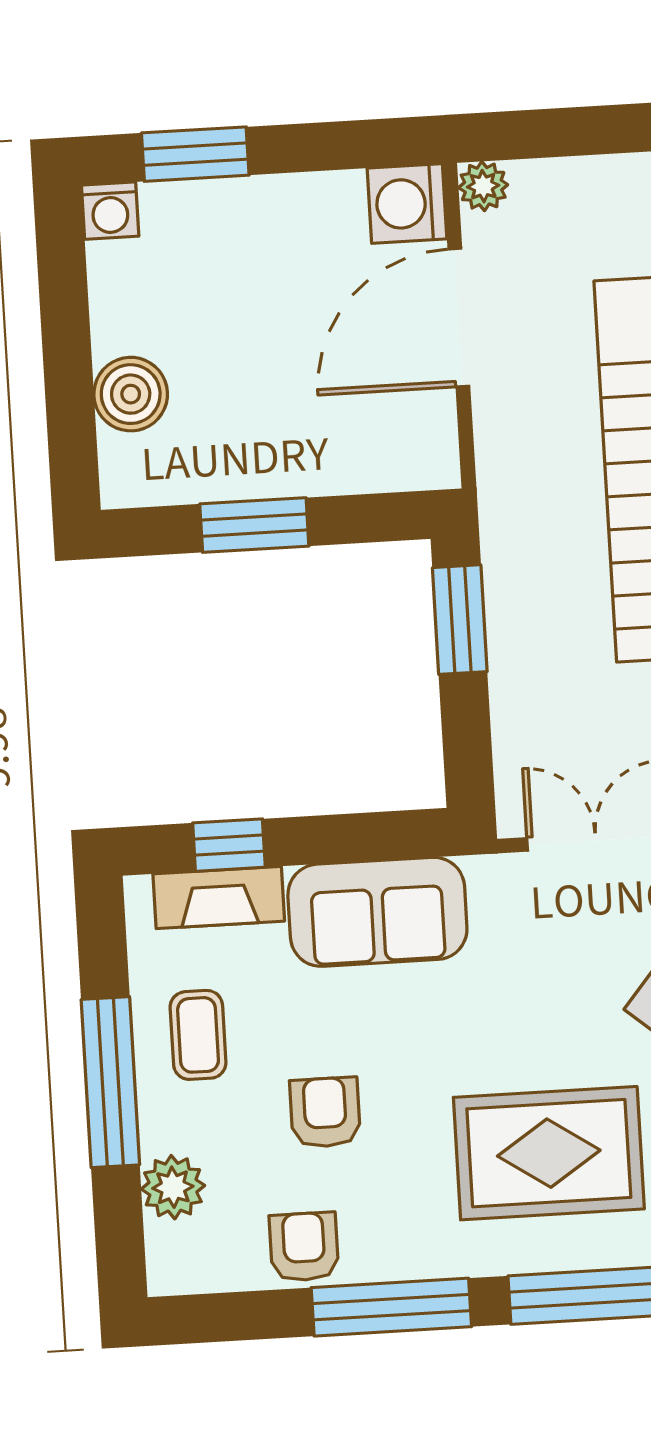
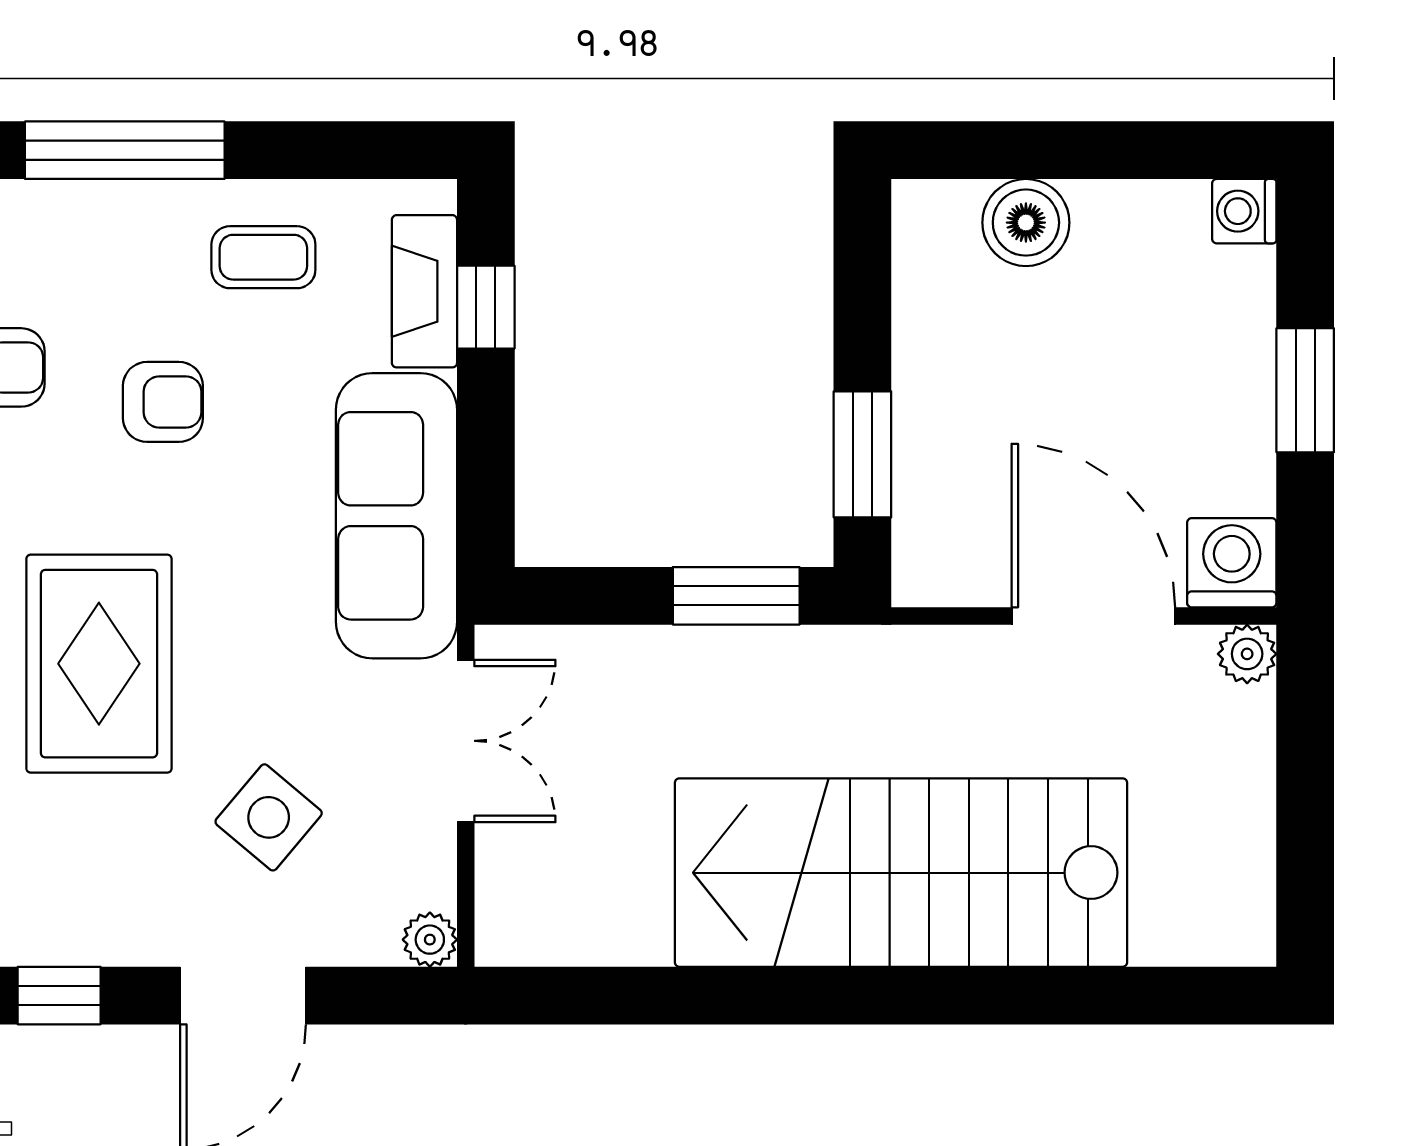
window: (195, 154) -> (1305, 390), moved
window: (254, 525) -> (862, 454), moved
sofa: (377, 912) -> (396, 516), width x1.36
window: (110, 1082) -> (125, 150), moved
plant: (173, 1187) -> (85, 217), removed

